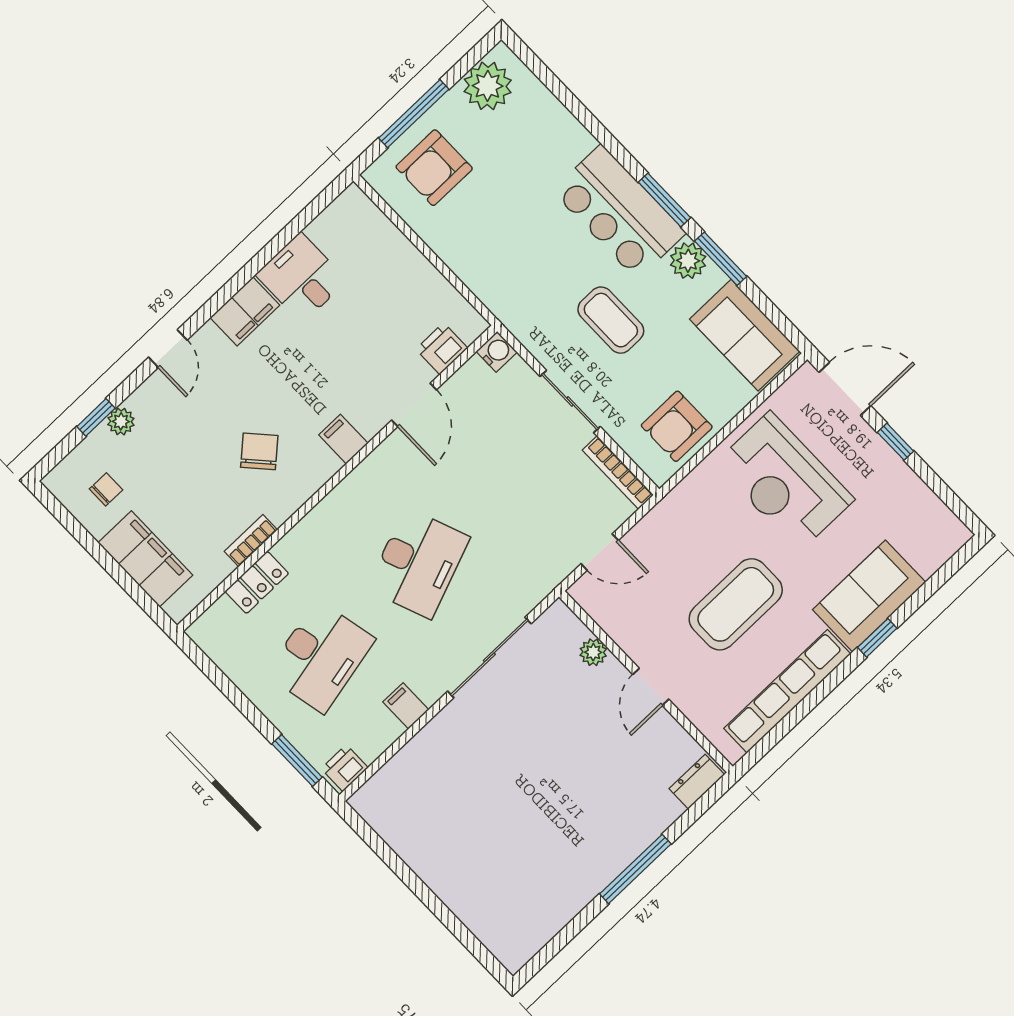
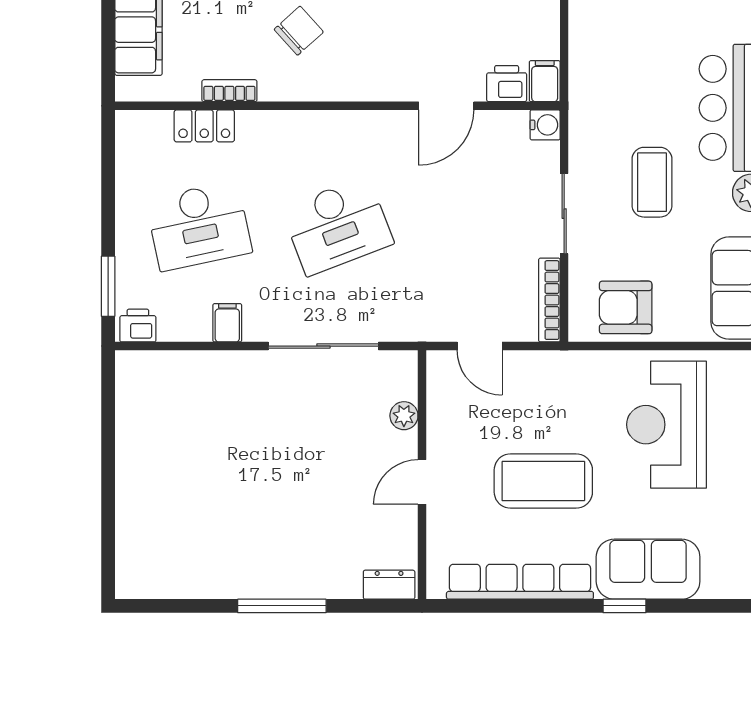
filing cabinet: (343, 439) -> (545, 81), moved

